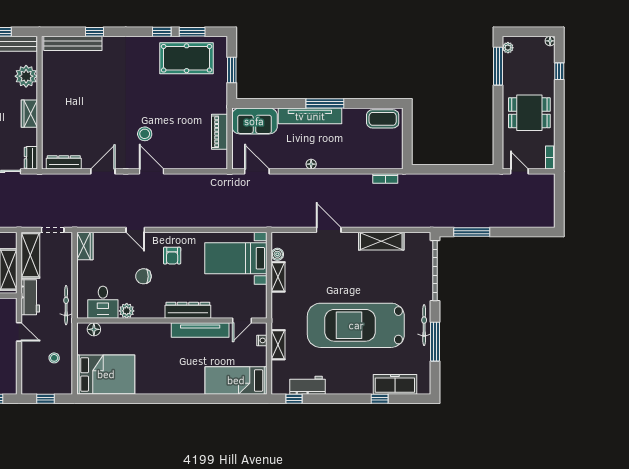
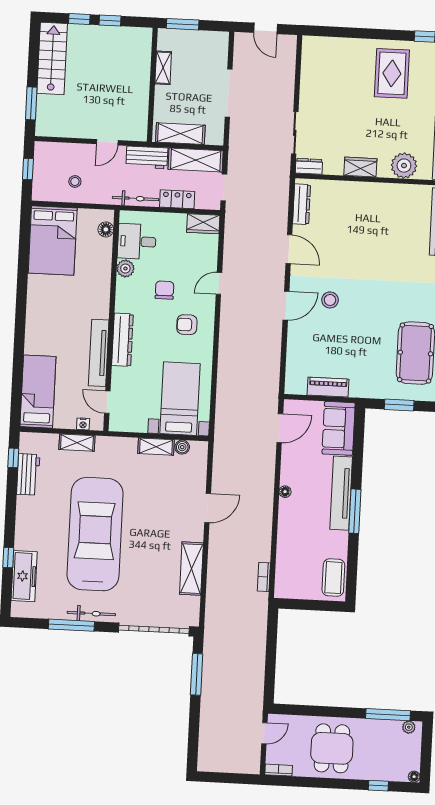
locker: (65, 269) -> (177, 199), added

